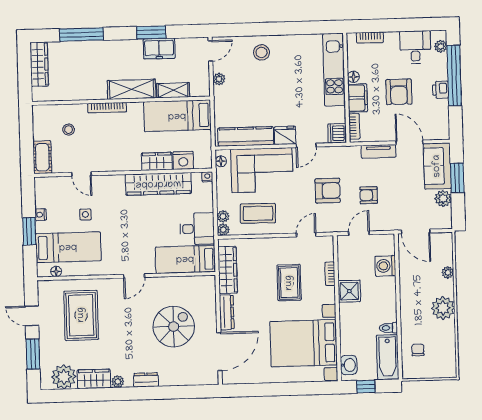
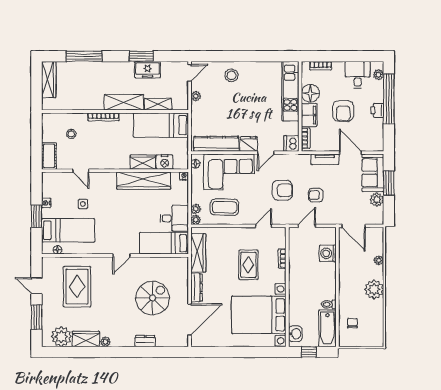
floor lamp: (353, 77) -> (310, 93), width x1.89, depth x1.89
shower: (349, 291) -> (298, 273), removed
dresser: (146, 380) -> (145, 341), moved

